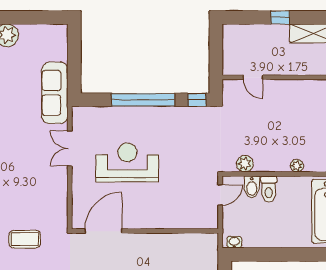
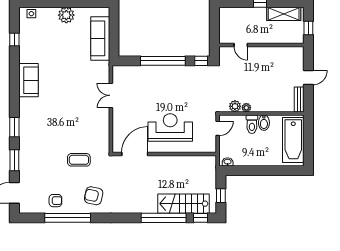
sofa: (55, 93) -> (100, 38), moved
reception desk: (127, 163) -> (170, 127), moved
plant: (297, 166) -> (246, 108), moved
bidet: (252, 187) -> (264, 123), moved

